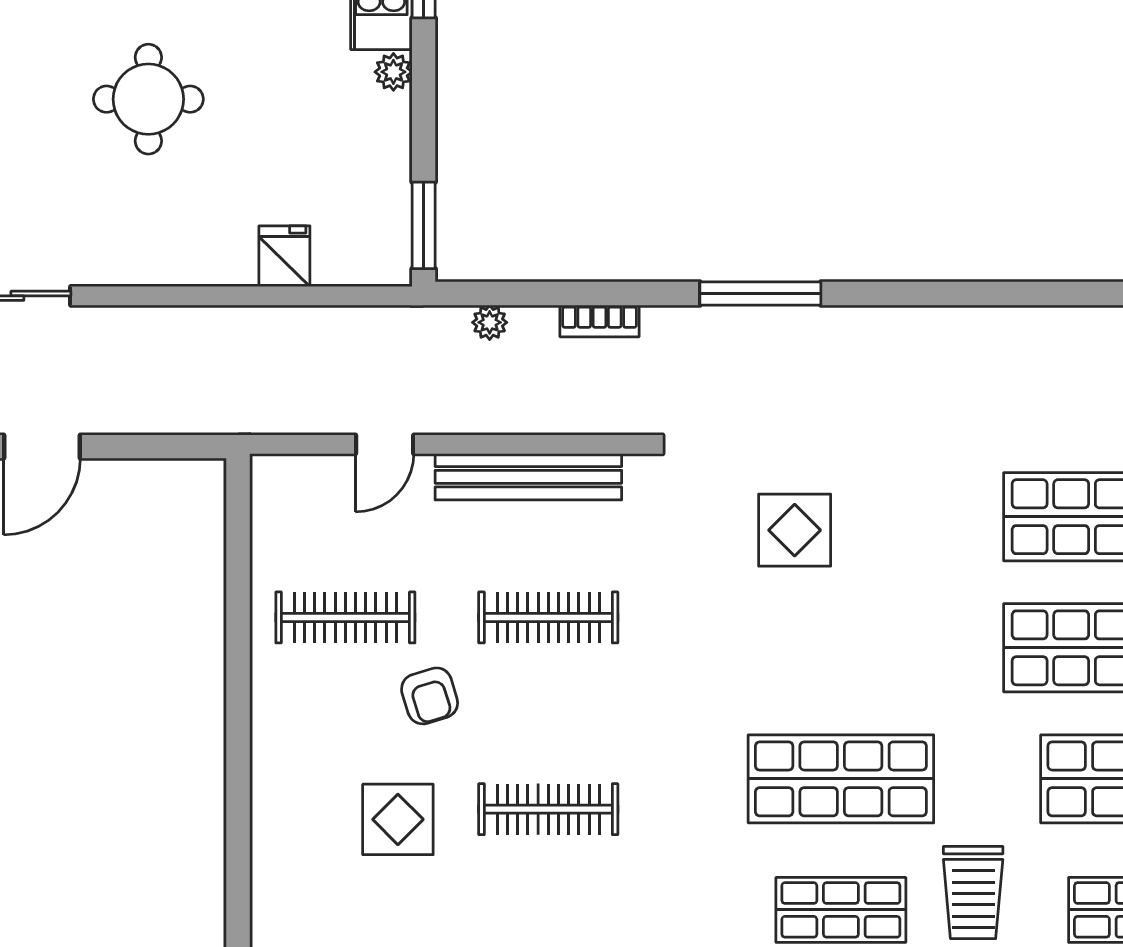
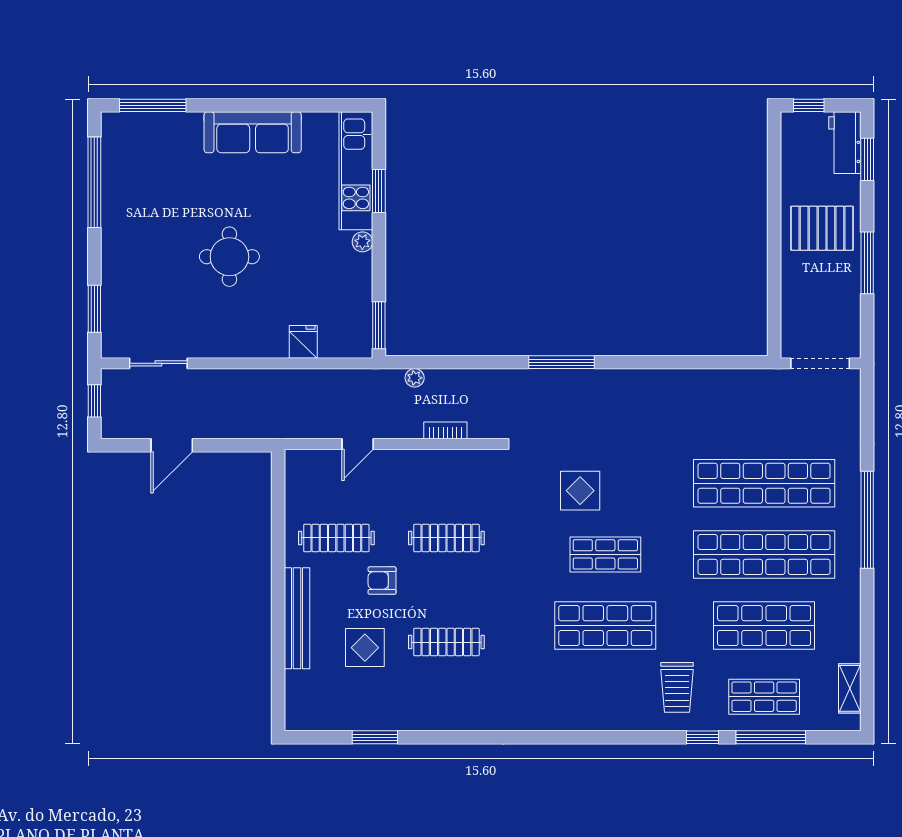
bookcase: (600, 321) -> (445, 430), moved, turned 180
bench: (528, 477) -> (297, 618), moved, turned 90
armchair: (430, 696) -> (382, 581), turned 107
shop shelf: (841, 910) -> (605, 554), moved

